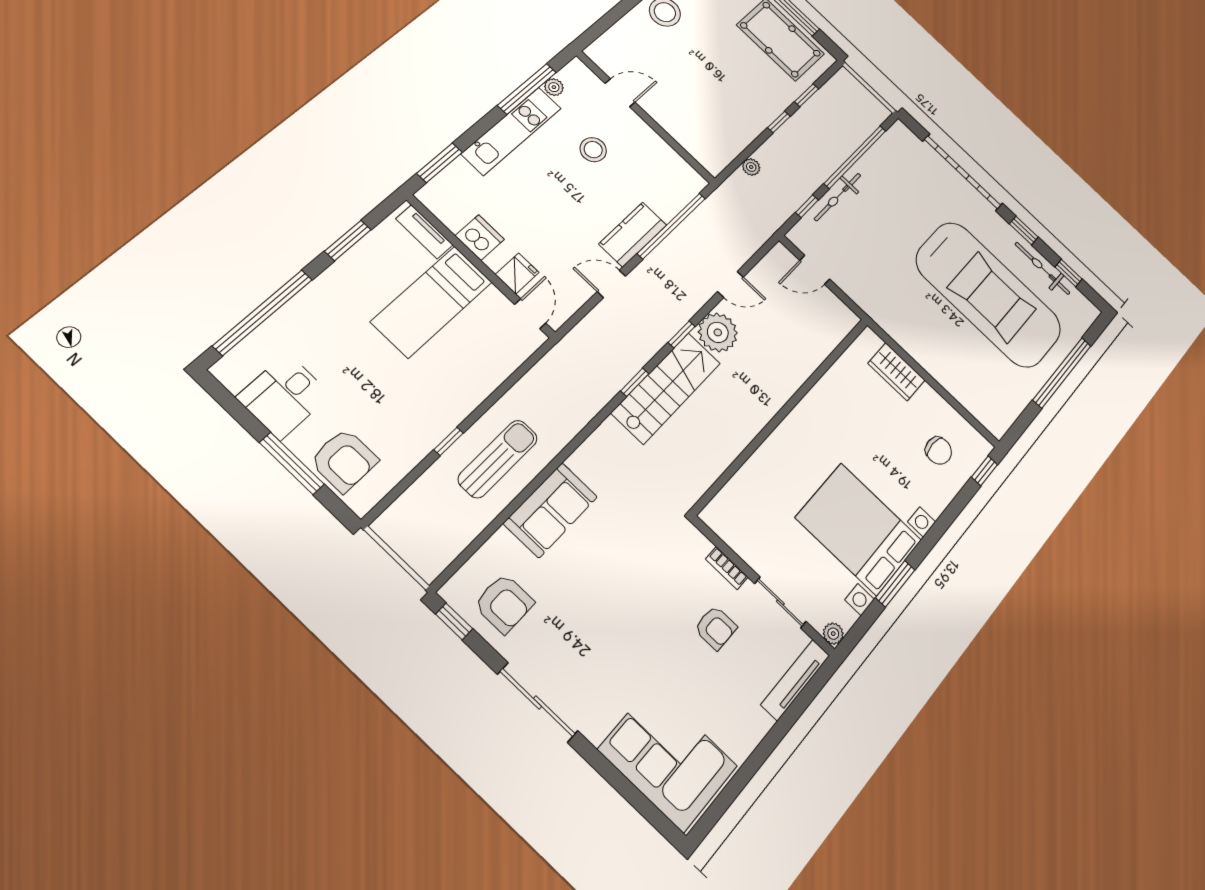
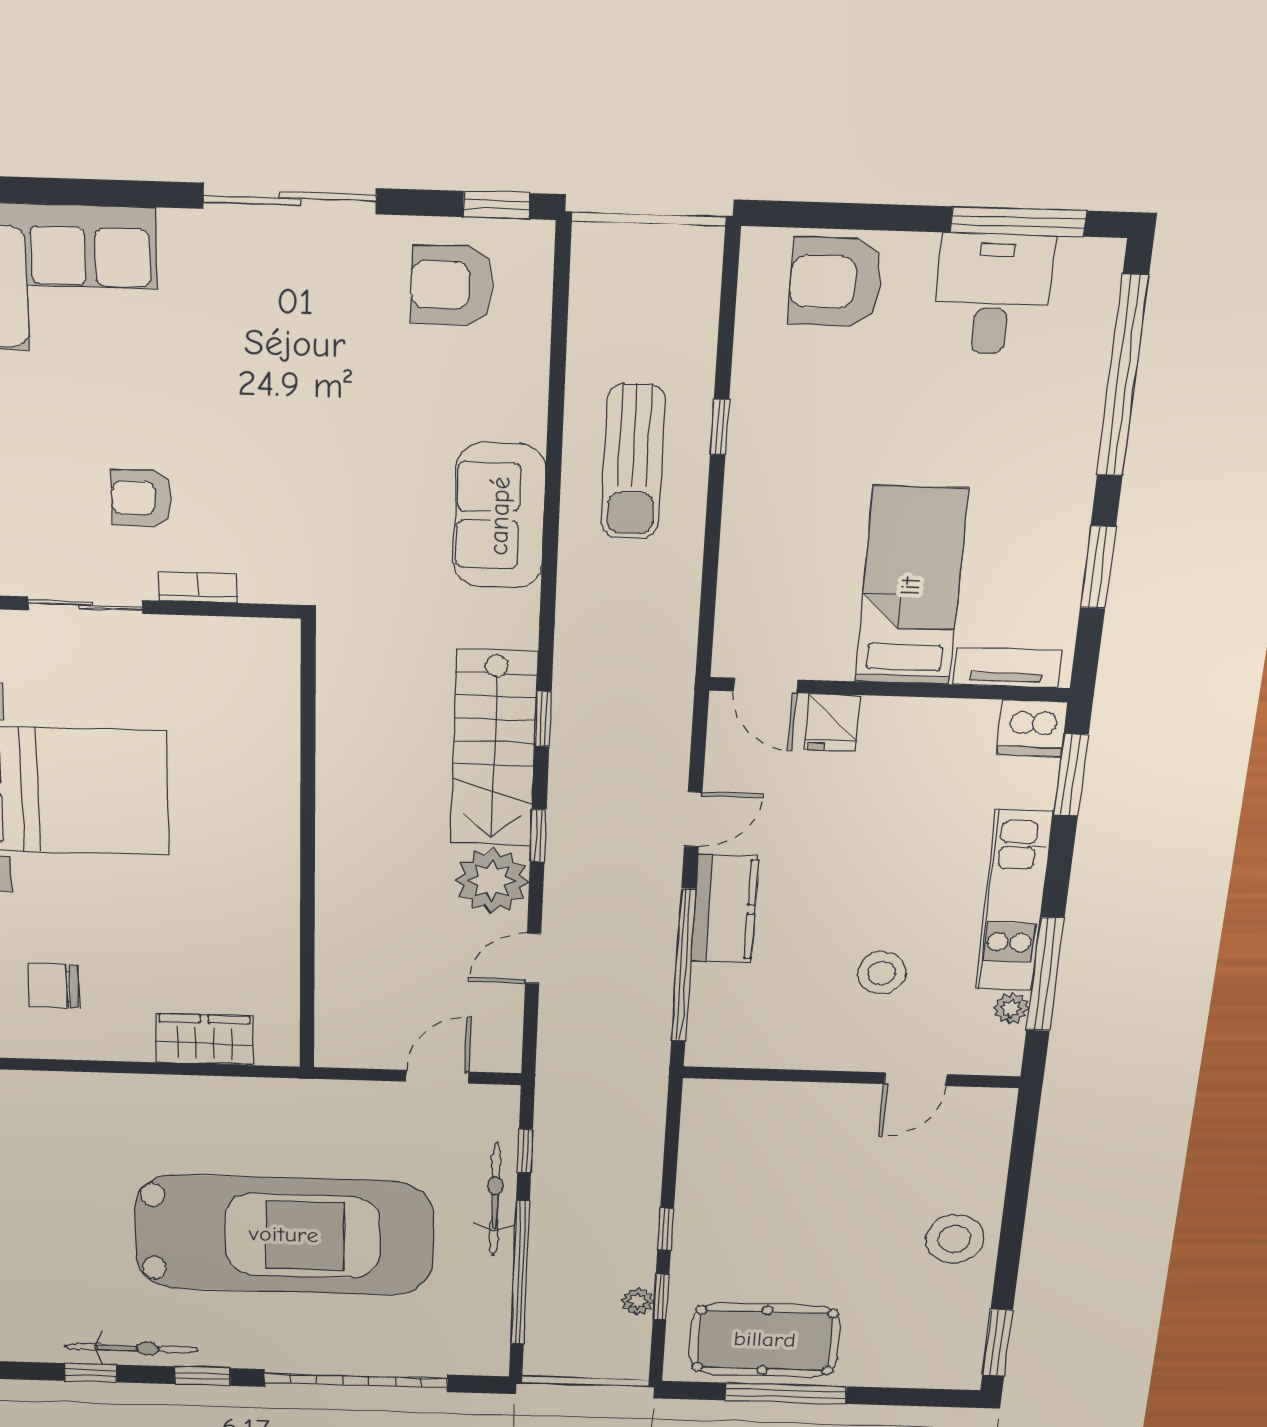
plant: (751, 167) -> (638, 1301), moved
dishwasher: (480, 238) -> (1032, 728), moved
car: (989, 294) -> (284, 1235), moved, turned 180
window: (292, 463) -> (1018, 222), moved
sofa: (551, 510) -> (500, 516), moved

